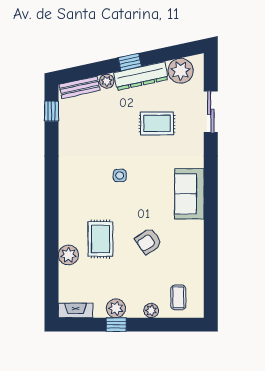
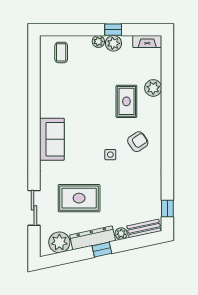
rug: (157, 124) -> (79, 198), width x1.36, depth x1.43
armchair: (148, 241) -> (138, 142), moved
plant: (151, 311) -> (98, 41), moved

